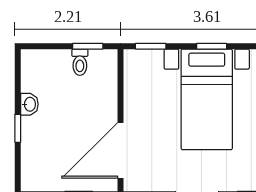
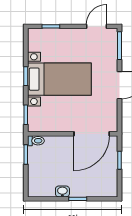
toilet: (80, 62) -> (36, 141), moved
door: (120, 150) -> (92, 134), hinge flipped

